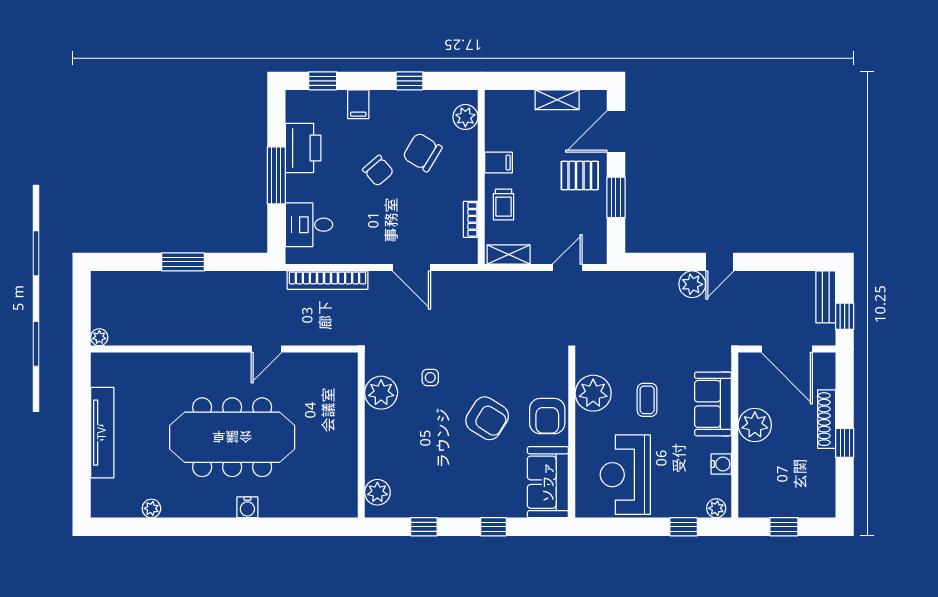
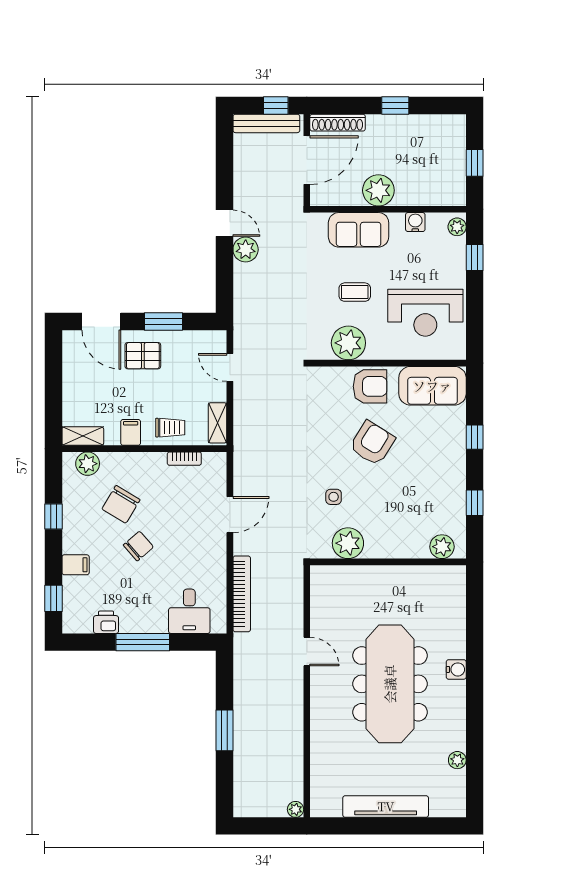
shelving: (557, 100) -> (83, 436), moved, turned 90
printer: (303, 148) -> (106, 622), width x0.53, depth x0.68
pallet: (580, 175) -> (143, 356), turned 90
bench: (826, 297) -> (266, 123), width x1.36
shoe rack: (827, 419) -> (338, 123), moved

